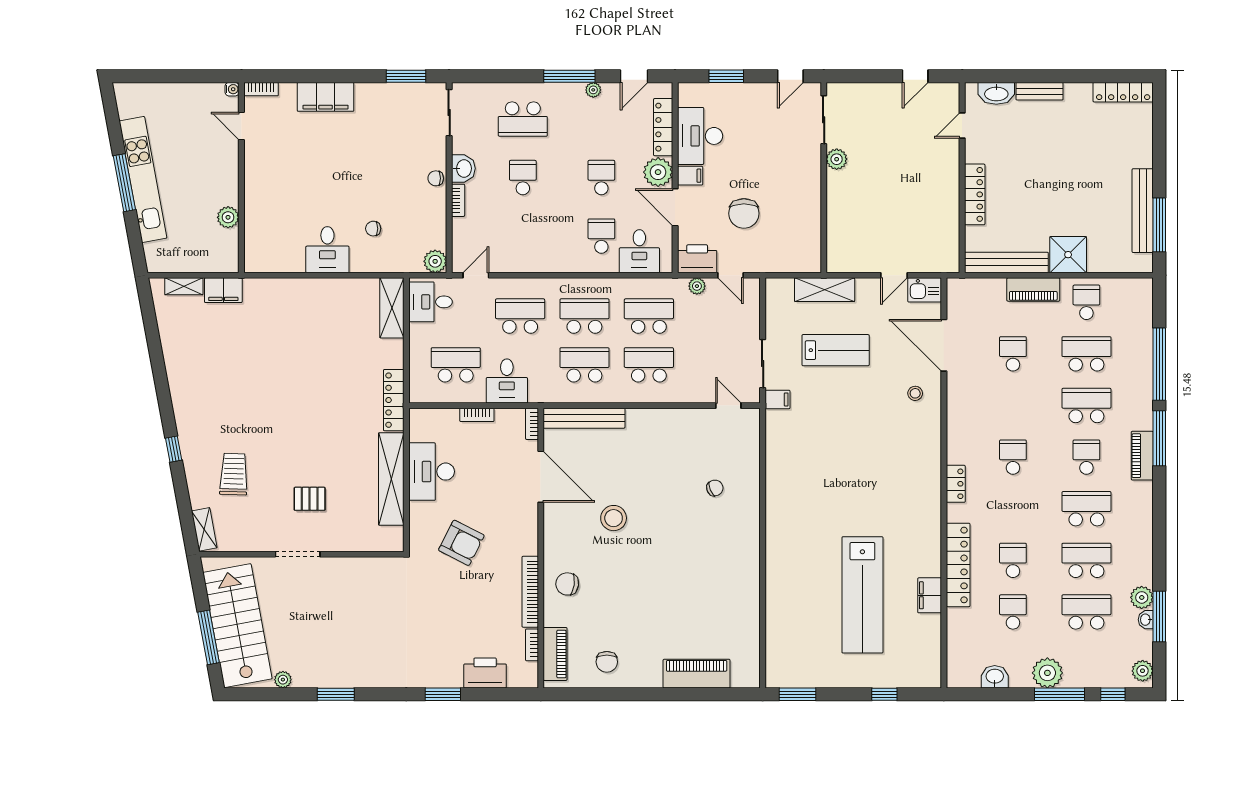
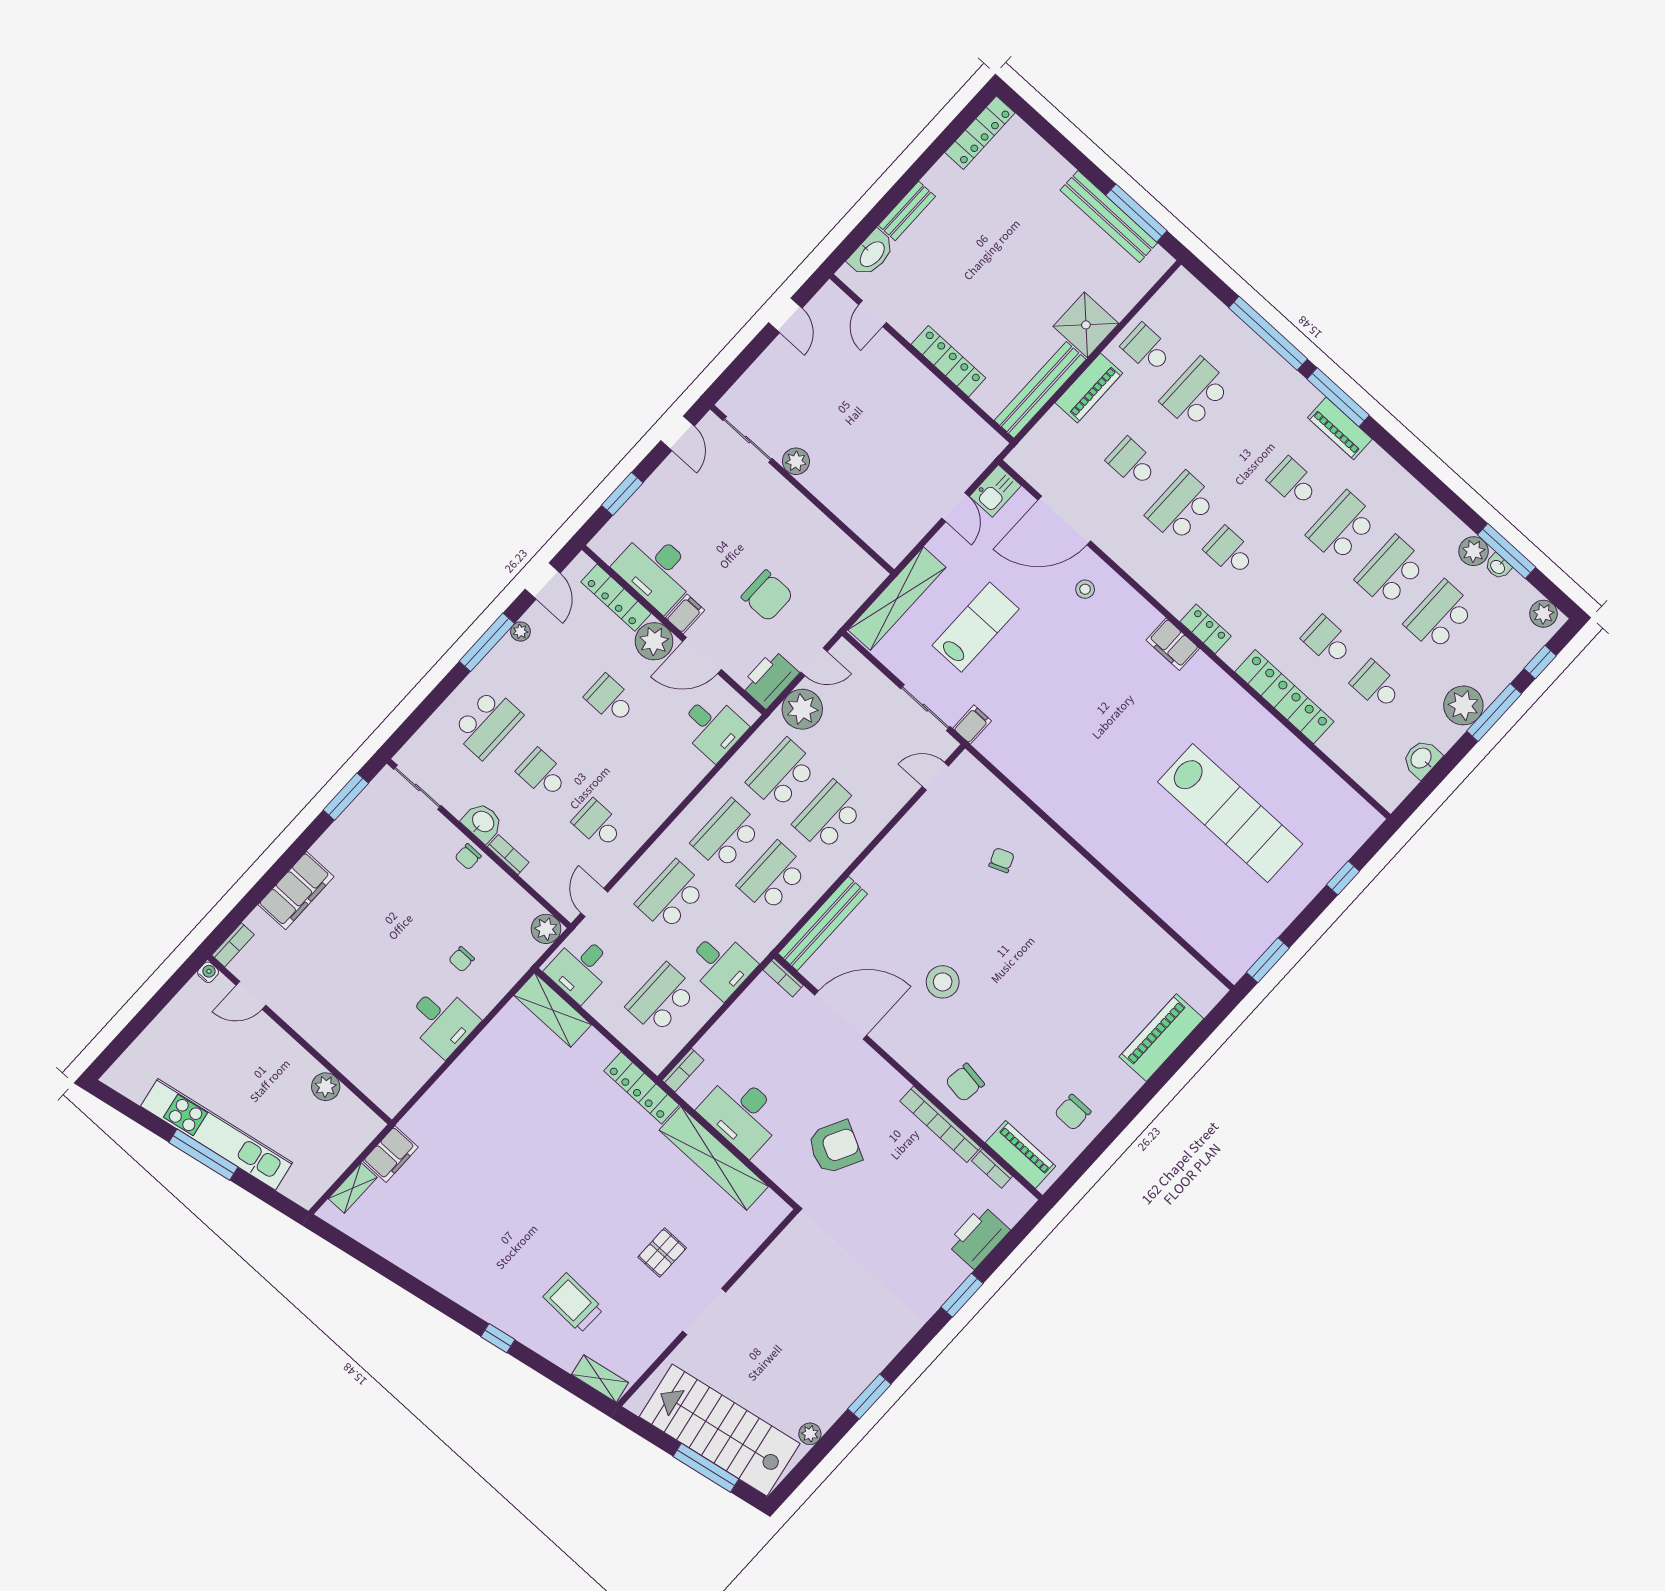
school desk: (601, 236) -> (598, 824), moved
plant: (697, 286) -> (802, 709), width x1.87, depth x1.87
shelving: (825, 290) -> (897, 599), width x1.47
school desk: (1086, 406) -> (1181, 507), moved
bookcase: (477, 415) -> (683, 1070), moved
filing cabinet: (930, 595) -> (1173, 644), moved
chair: (607, 662) -> (1073, 1112), turned 90

